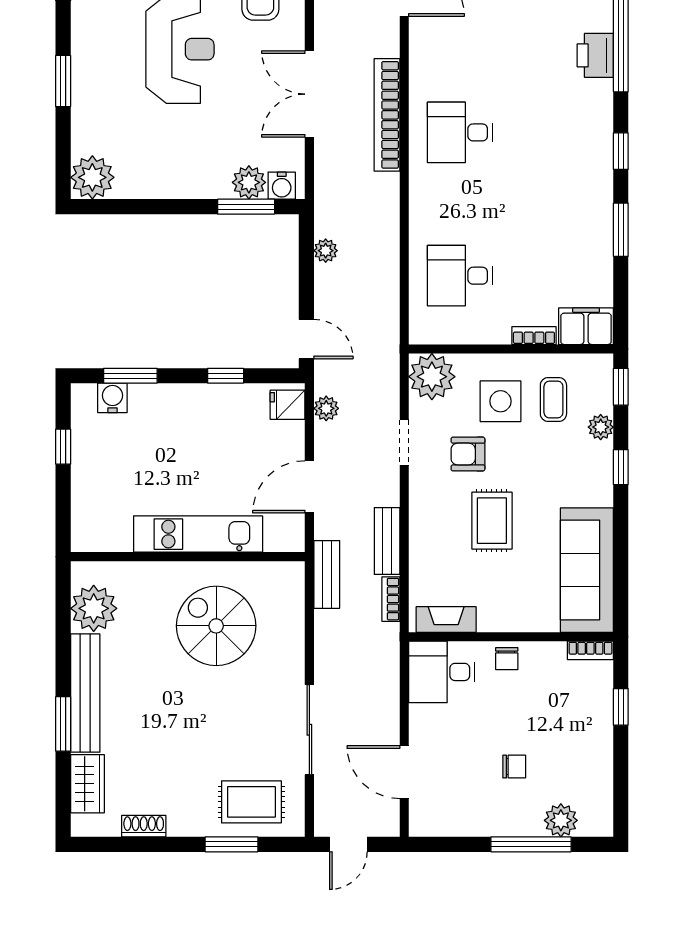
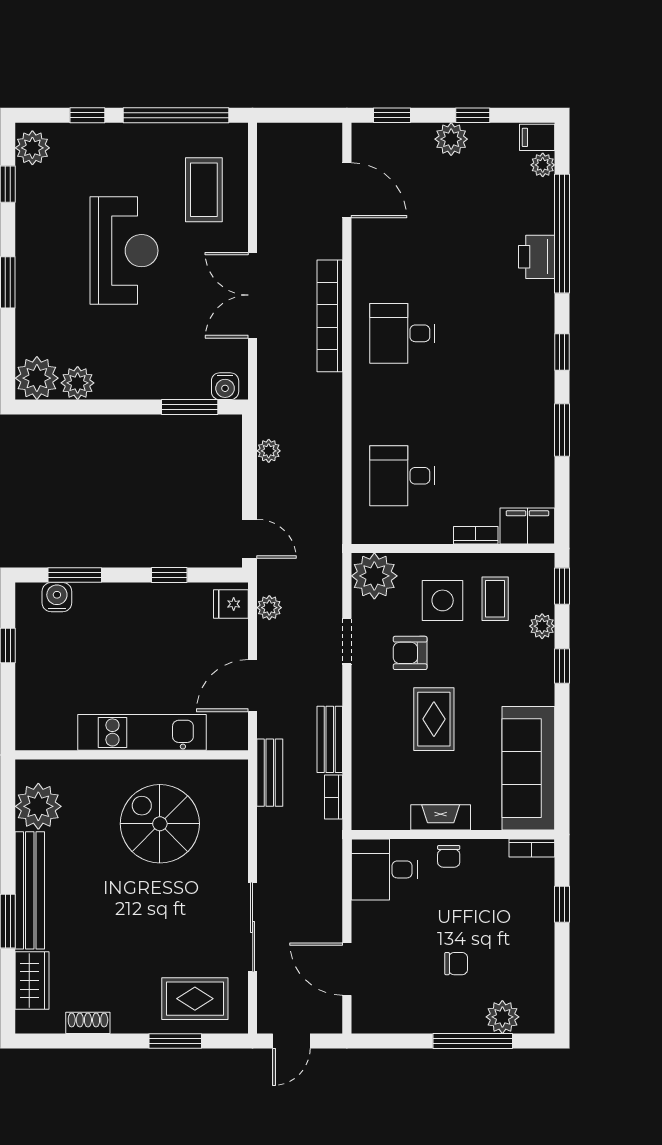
plant: (249, 182) -> (78, 383), moved
fireplace: (446, 620) -> (441, 817), moved

